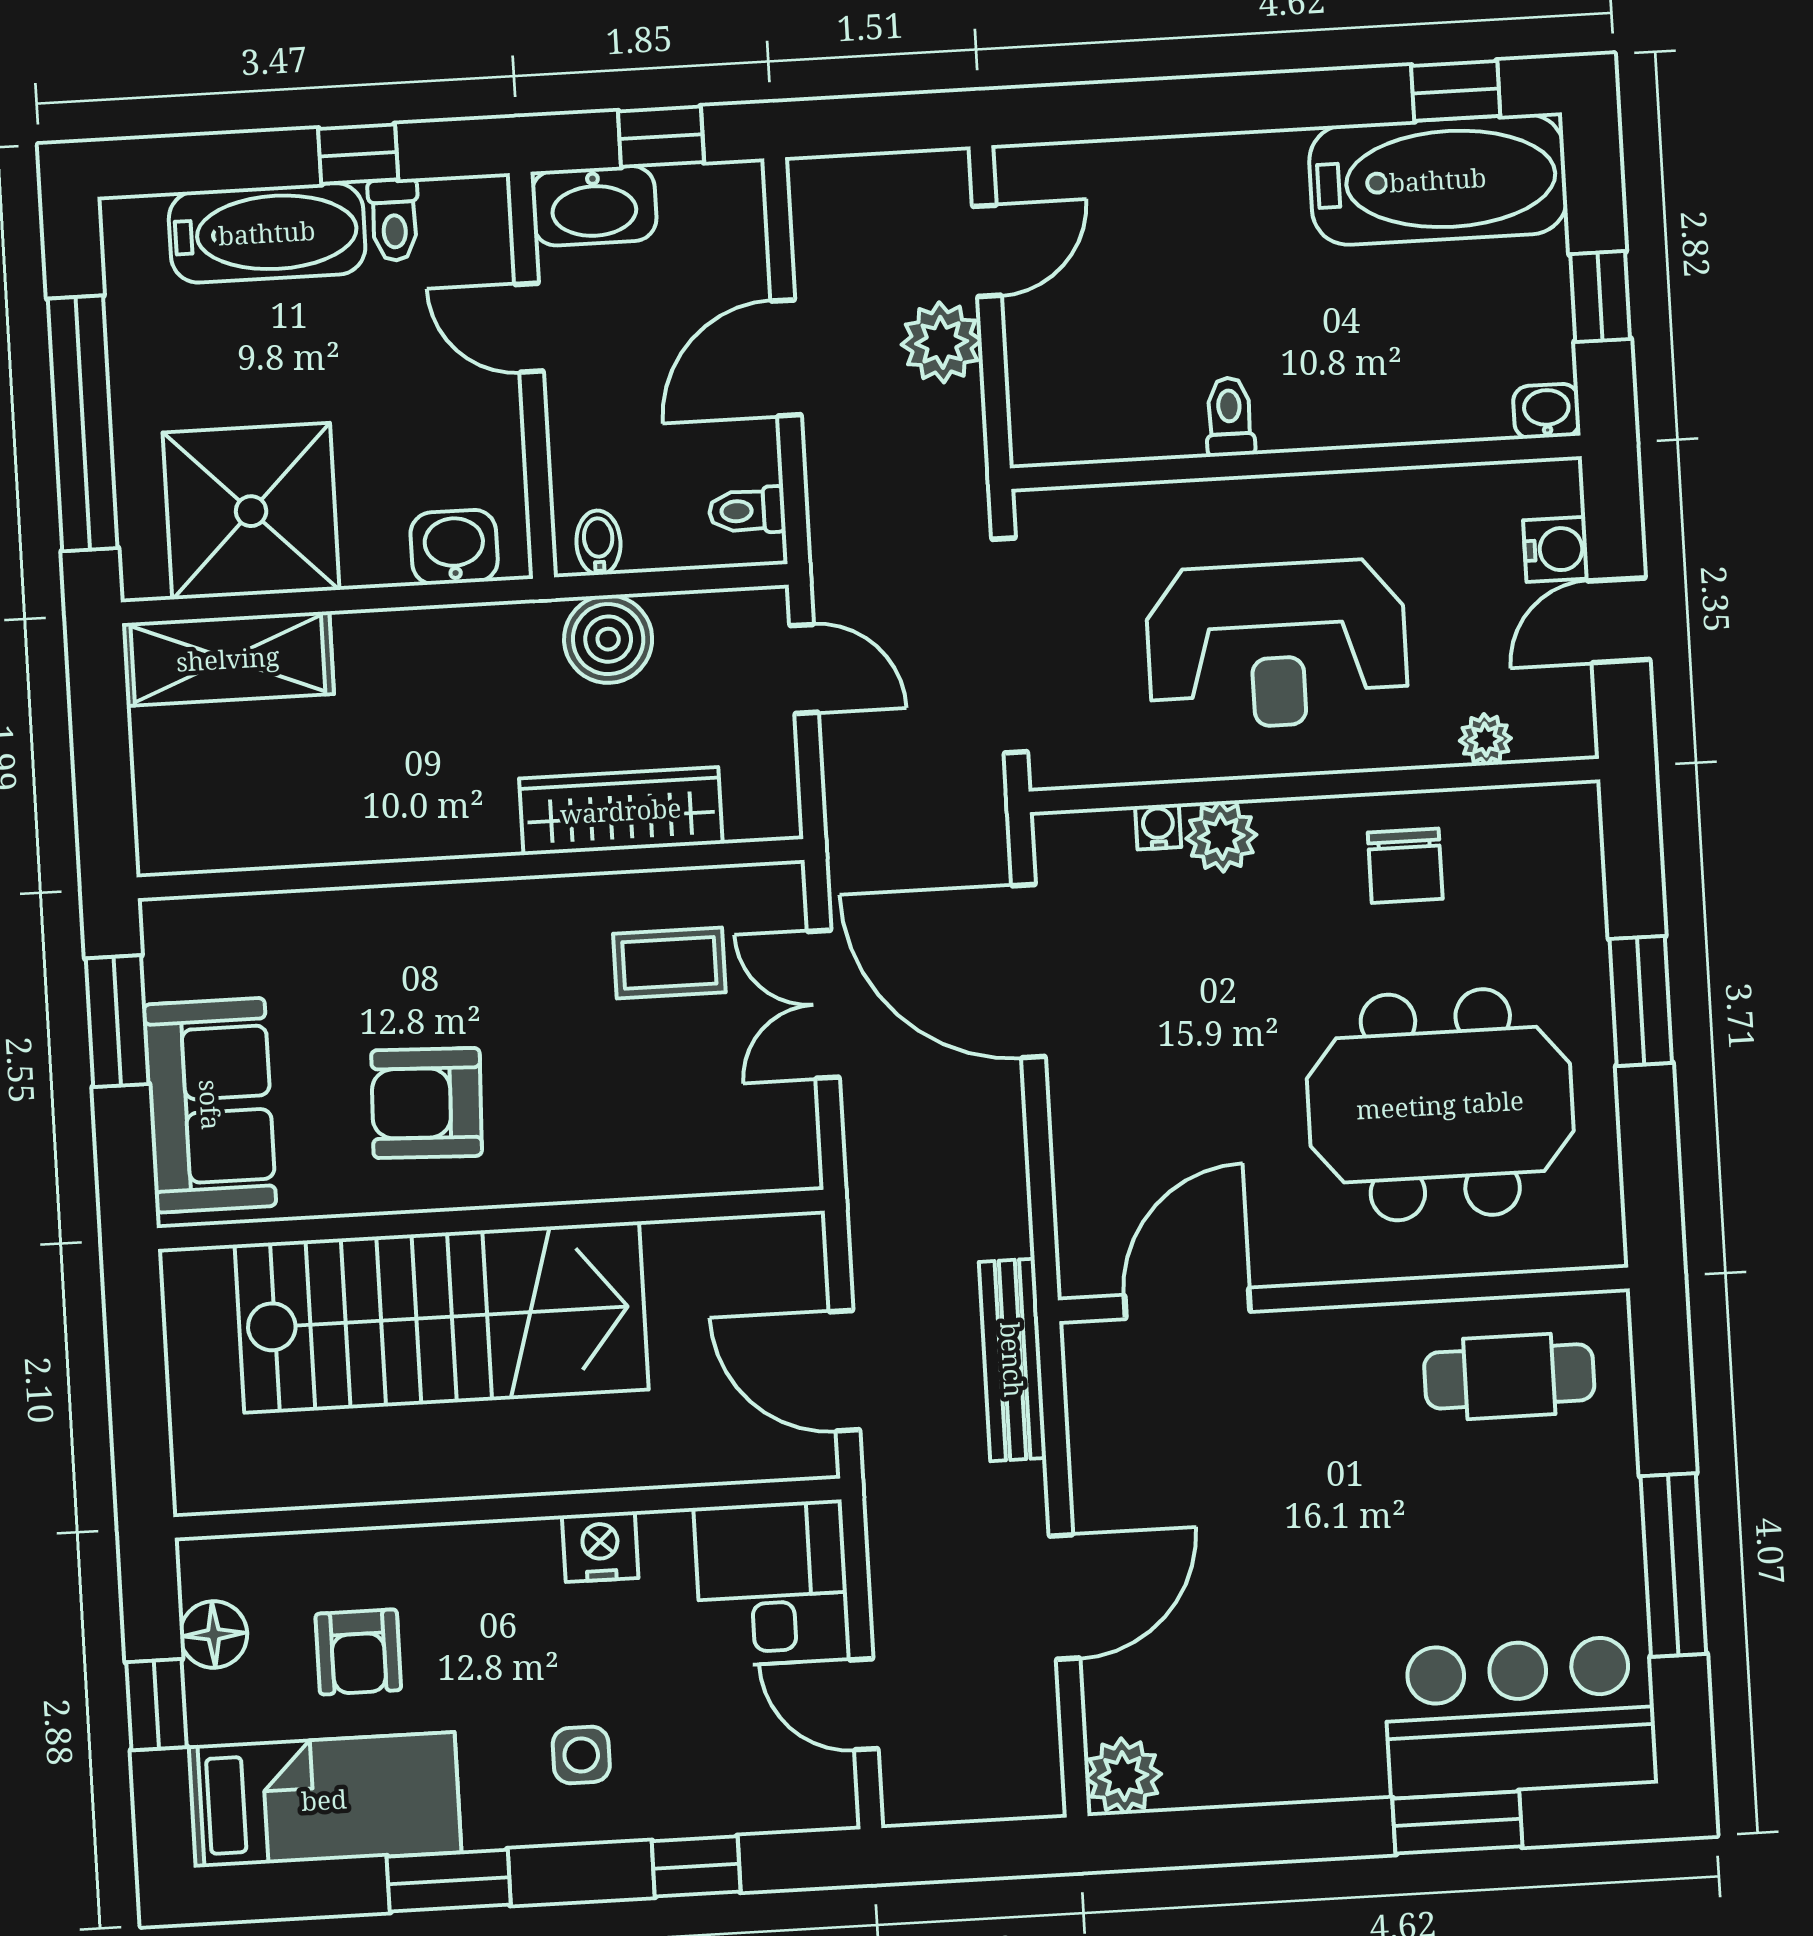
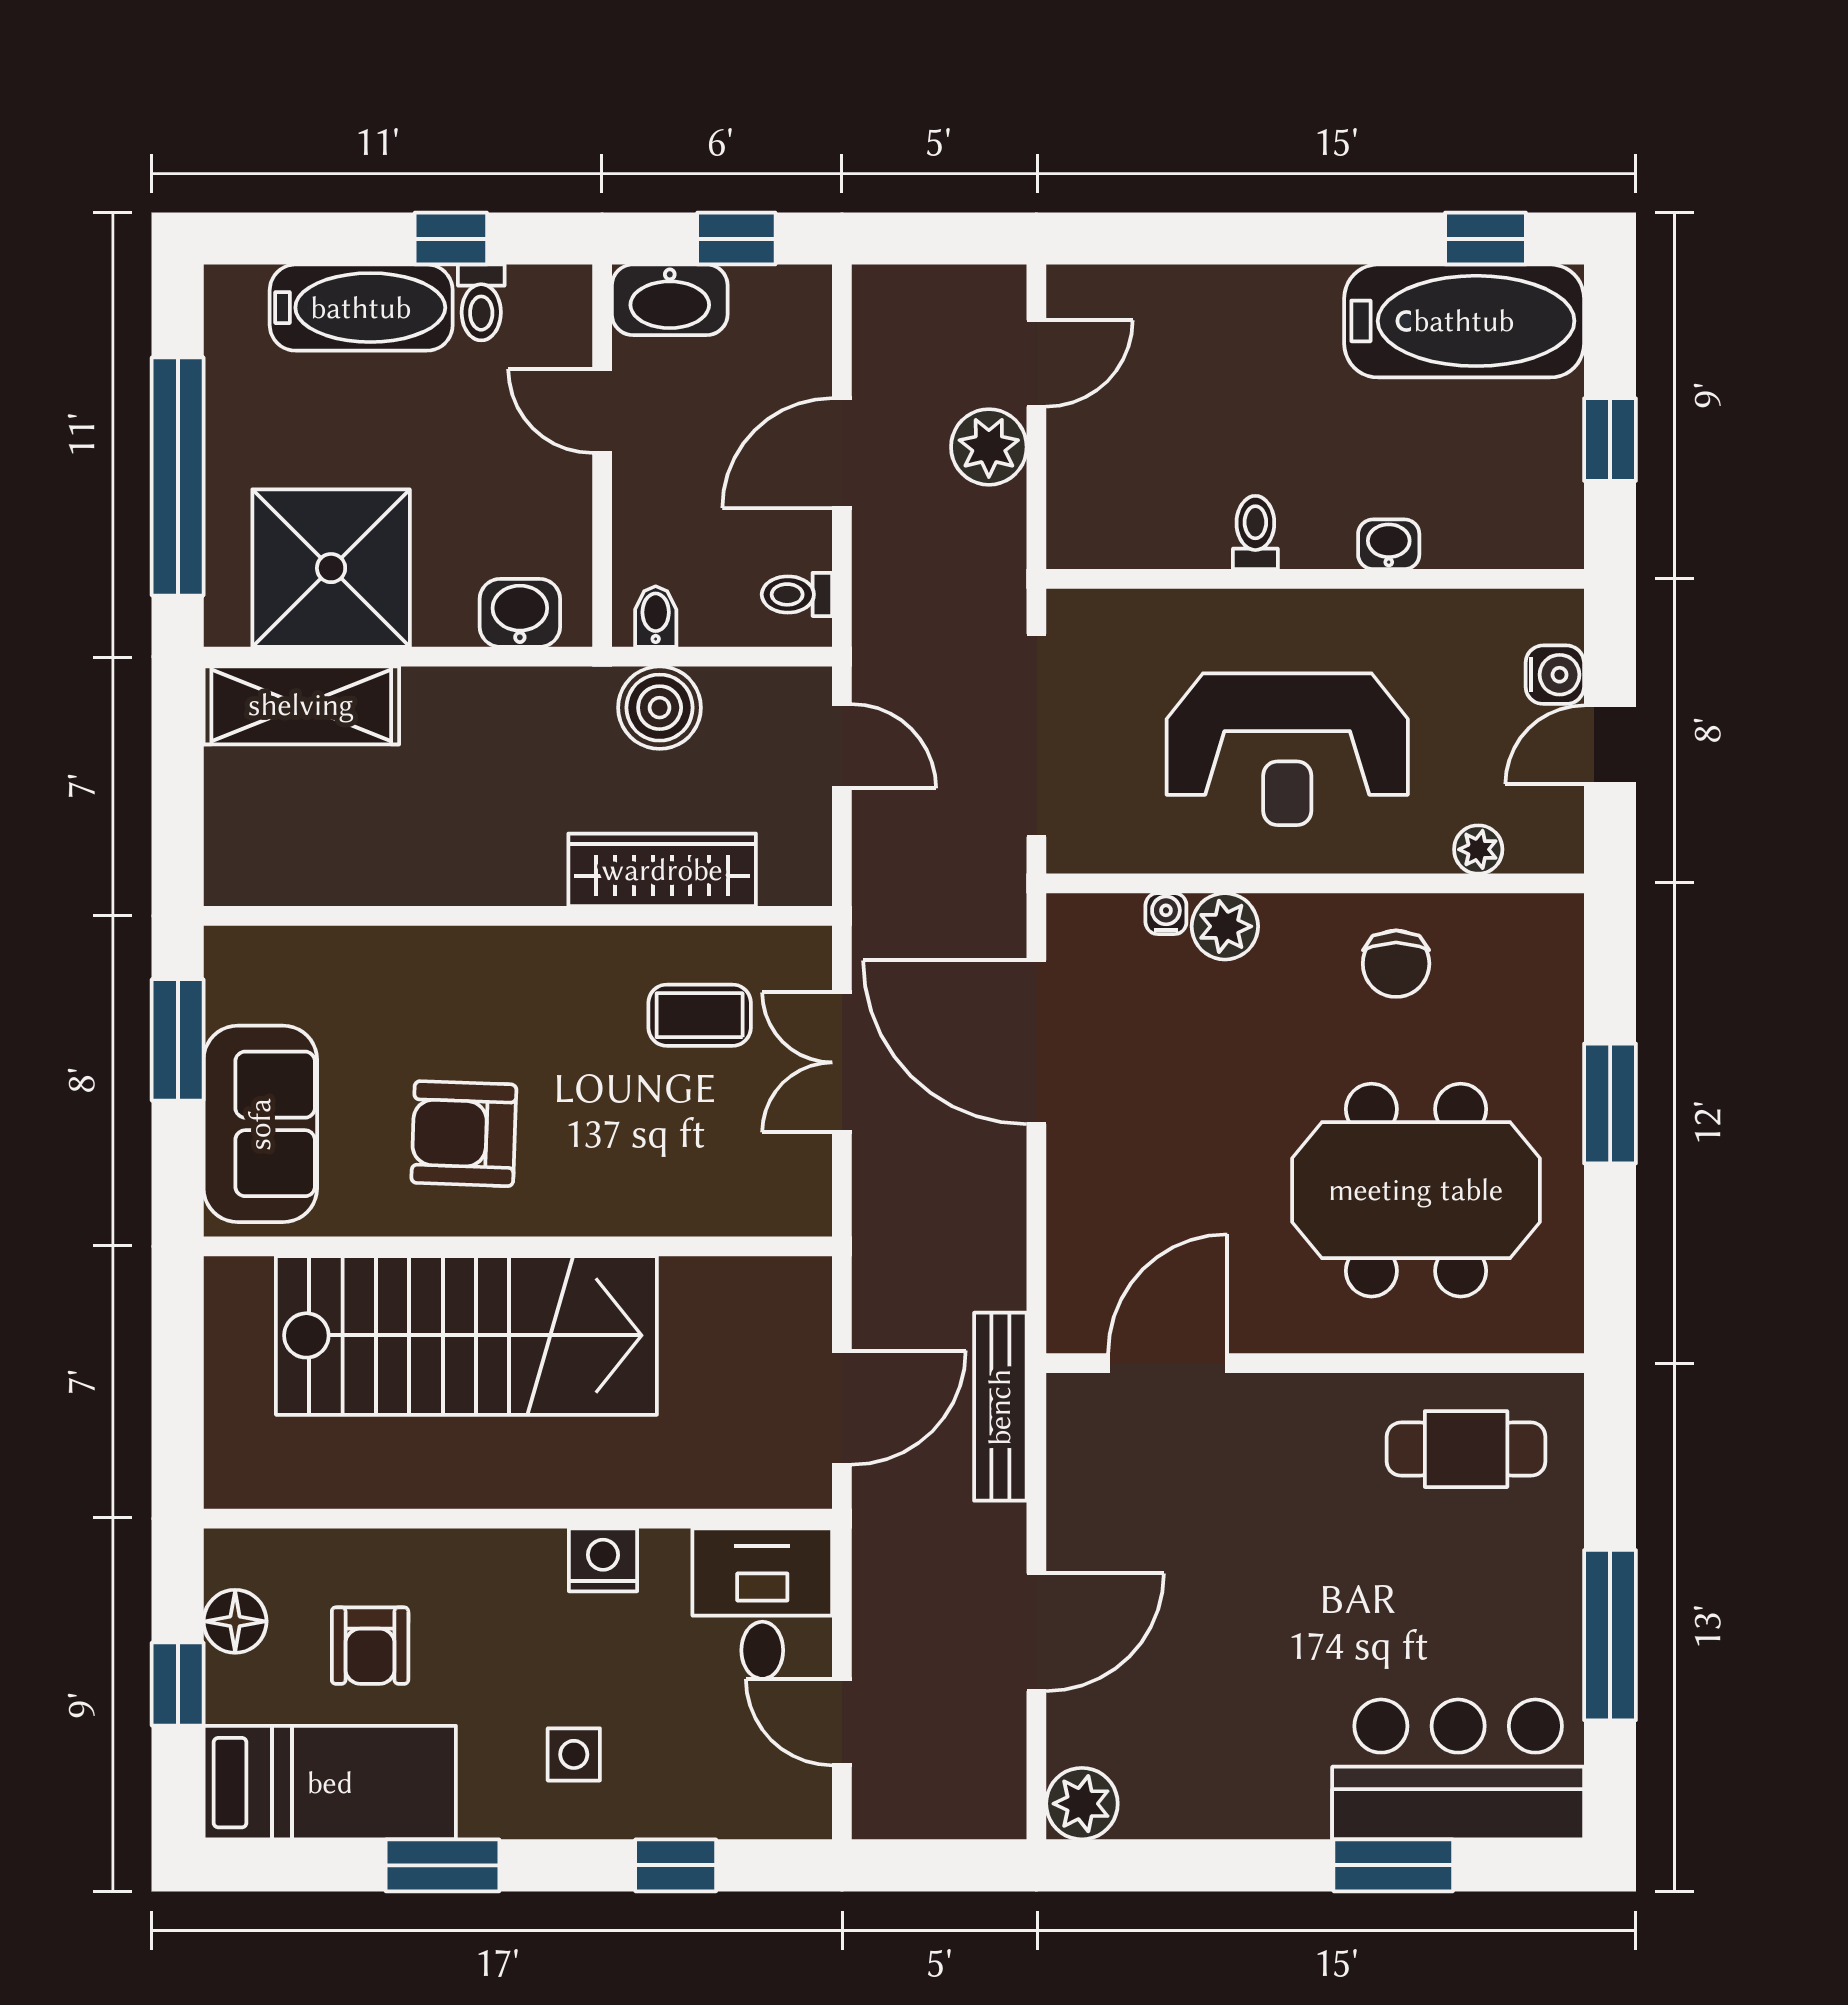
washbasin: (1547, 411) -> (1389, 544), moved
door: (844, 1371) -> (842, 1408), swing flipped

